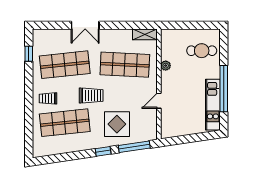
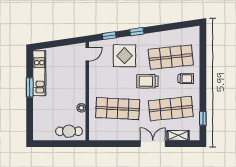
shelving: (145, 34) -> (178, 135), moved
cafe table: (202, 51) -> (69, 131), moved
window: (224, 89) -> (30, 87), width x0.47
door: (159, 101) -> (87, 54), moved
window: (134, 147) -> (109, 36), width x0.46

